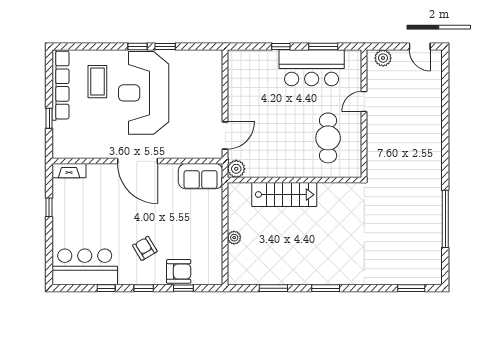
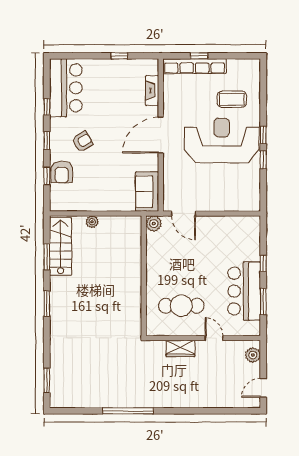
row of seats: (61, 85) -> (194, 66), moved
wardrobe: (376, 139) -> (180, 348), added
fireplace: (69, 171) -> (152, 91), moved
stairs: (284, 195) -> (61, 246), moved, turned 180
window: (445, 219) -> (128, 411), moved

